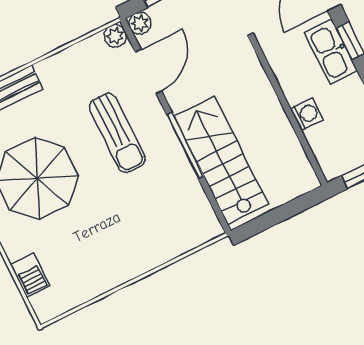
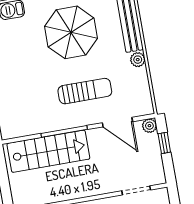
plant: (115, 36) -> (138, 60), moved
sun lounger: (117, 133) -> (85, 91), turned 180

